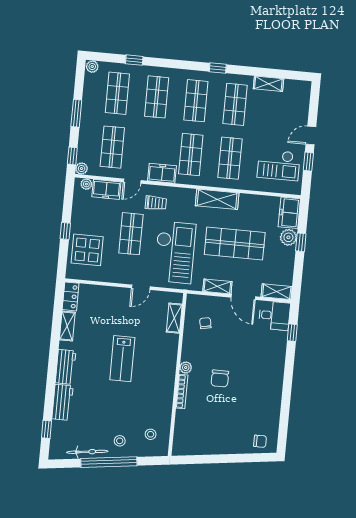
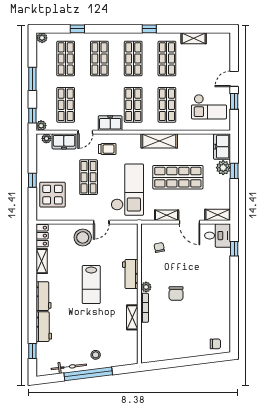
shelving: (174, 318) -> (132, 317), moved
workbench: (169, 351) -> (130, 274), added
stool: (151, 434) -> (83, 237), moved, width x1.89, depth x1.89

